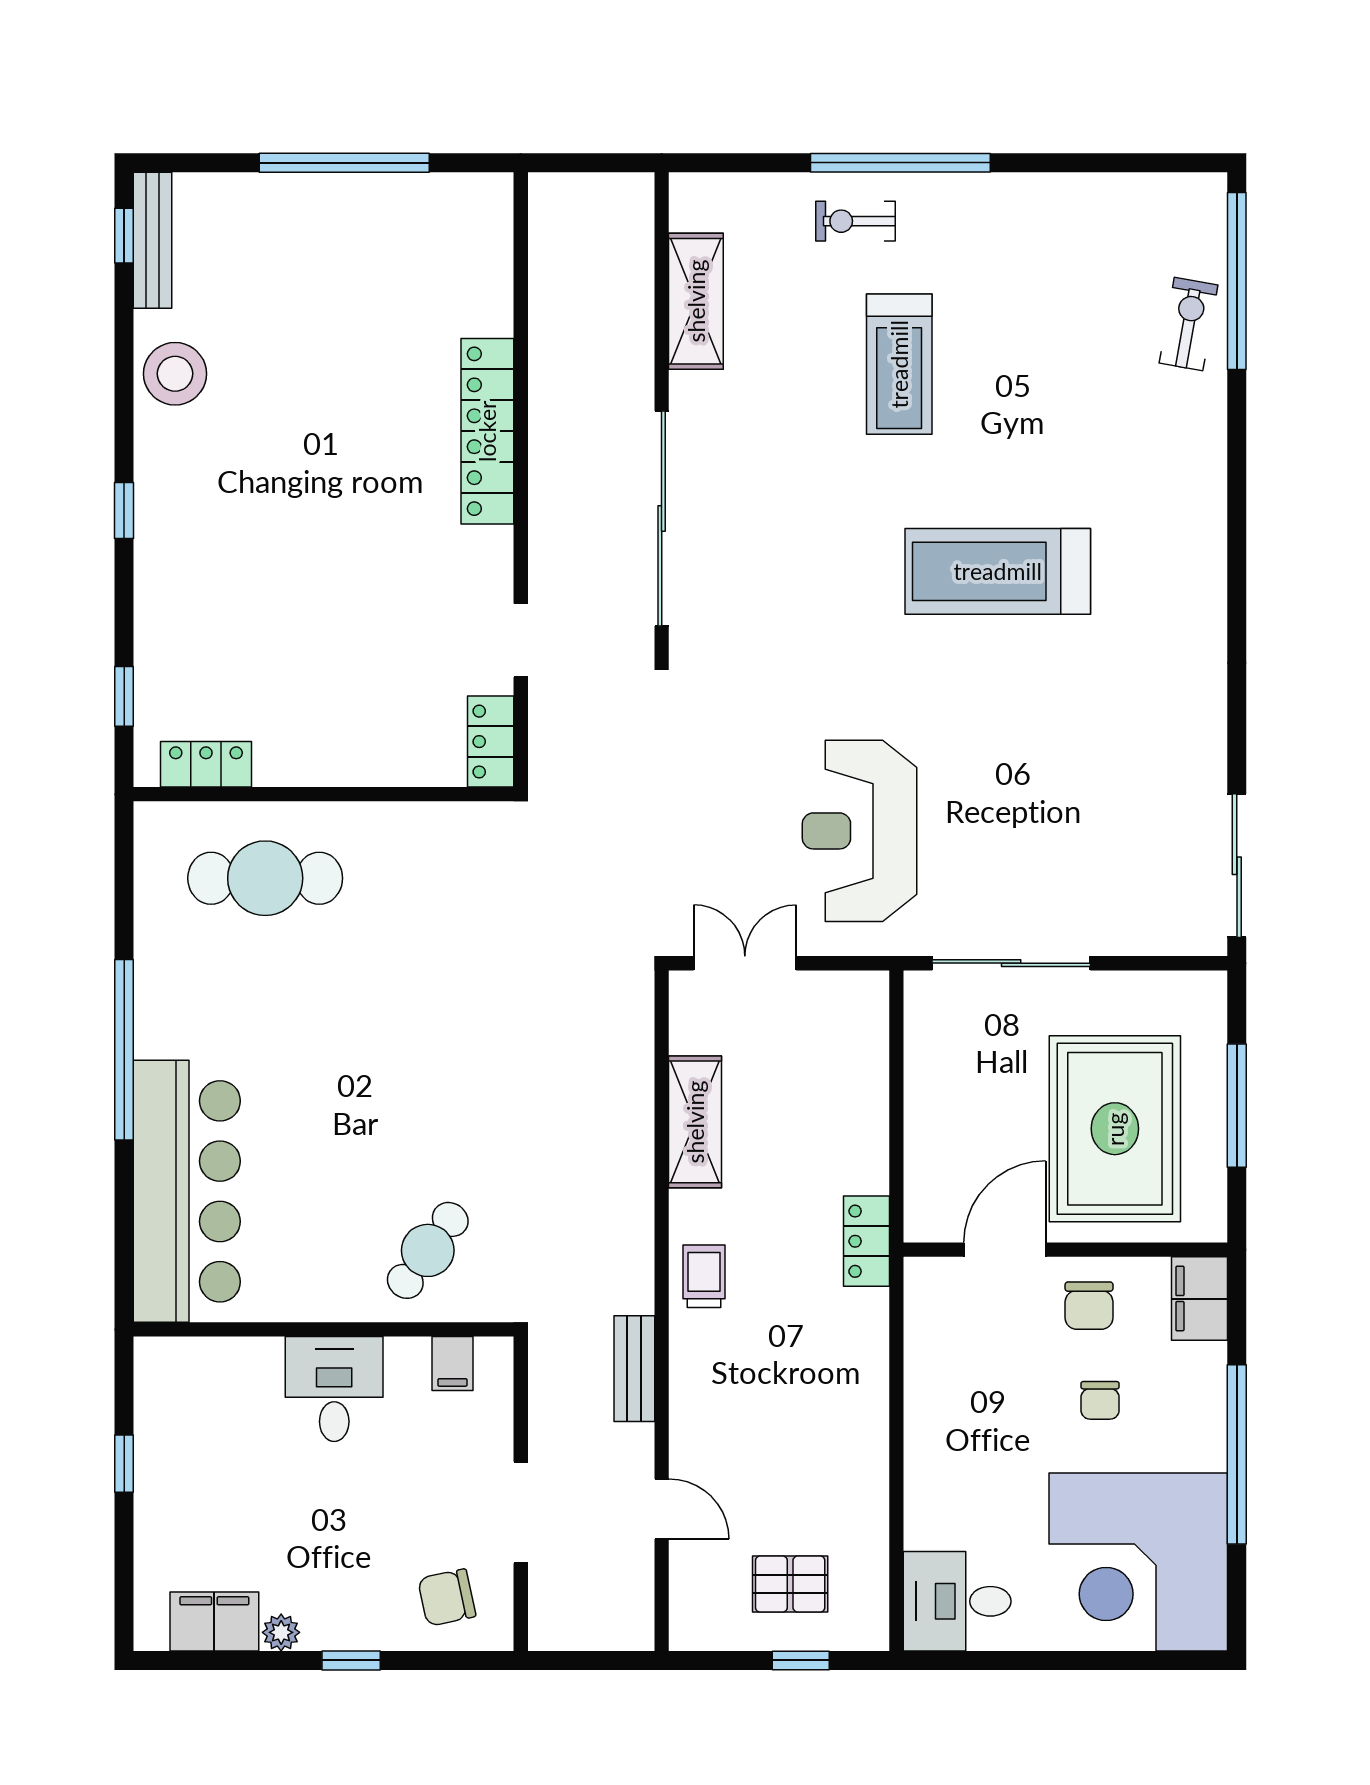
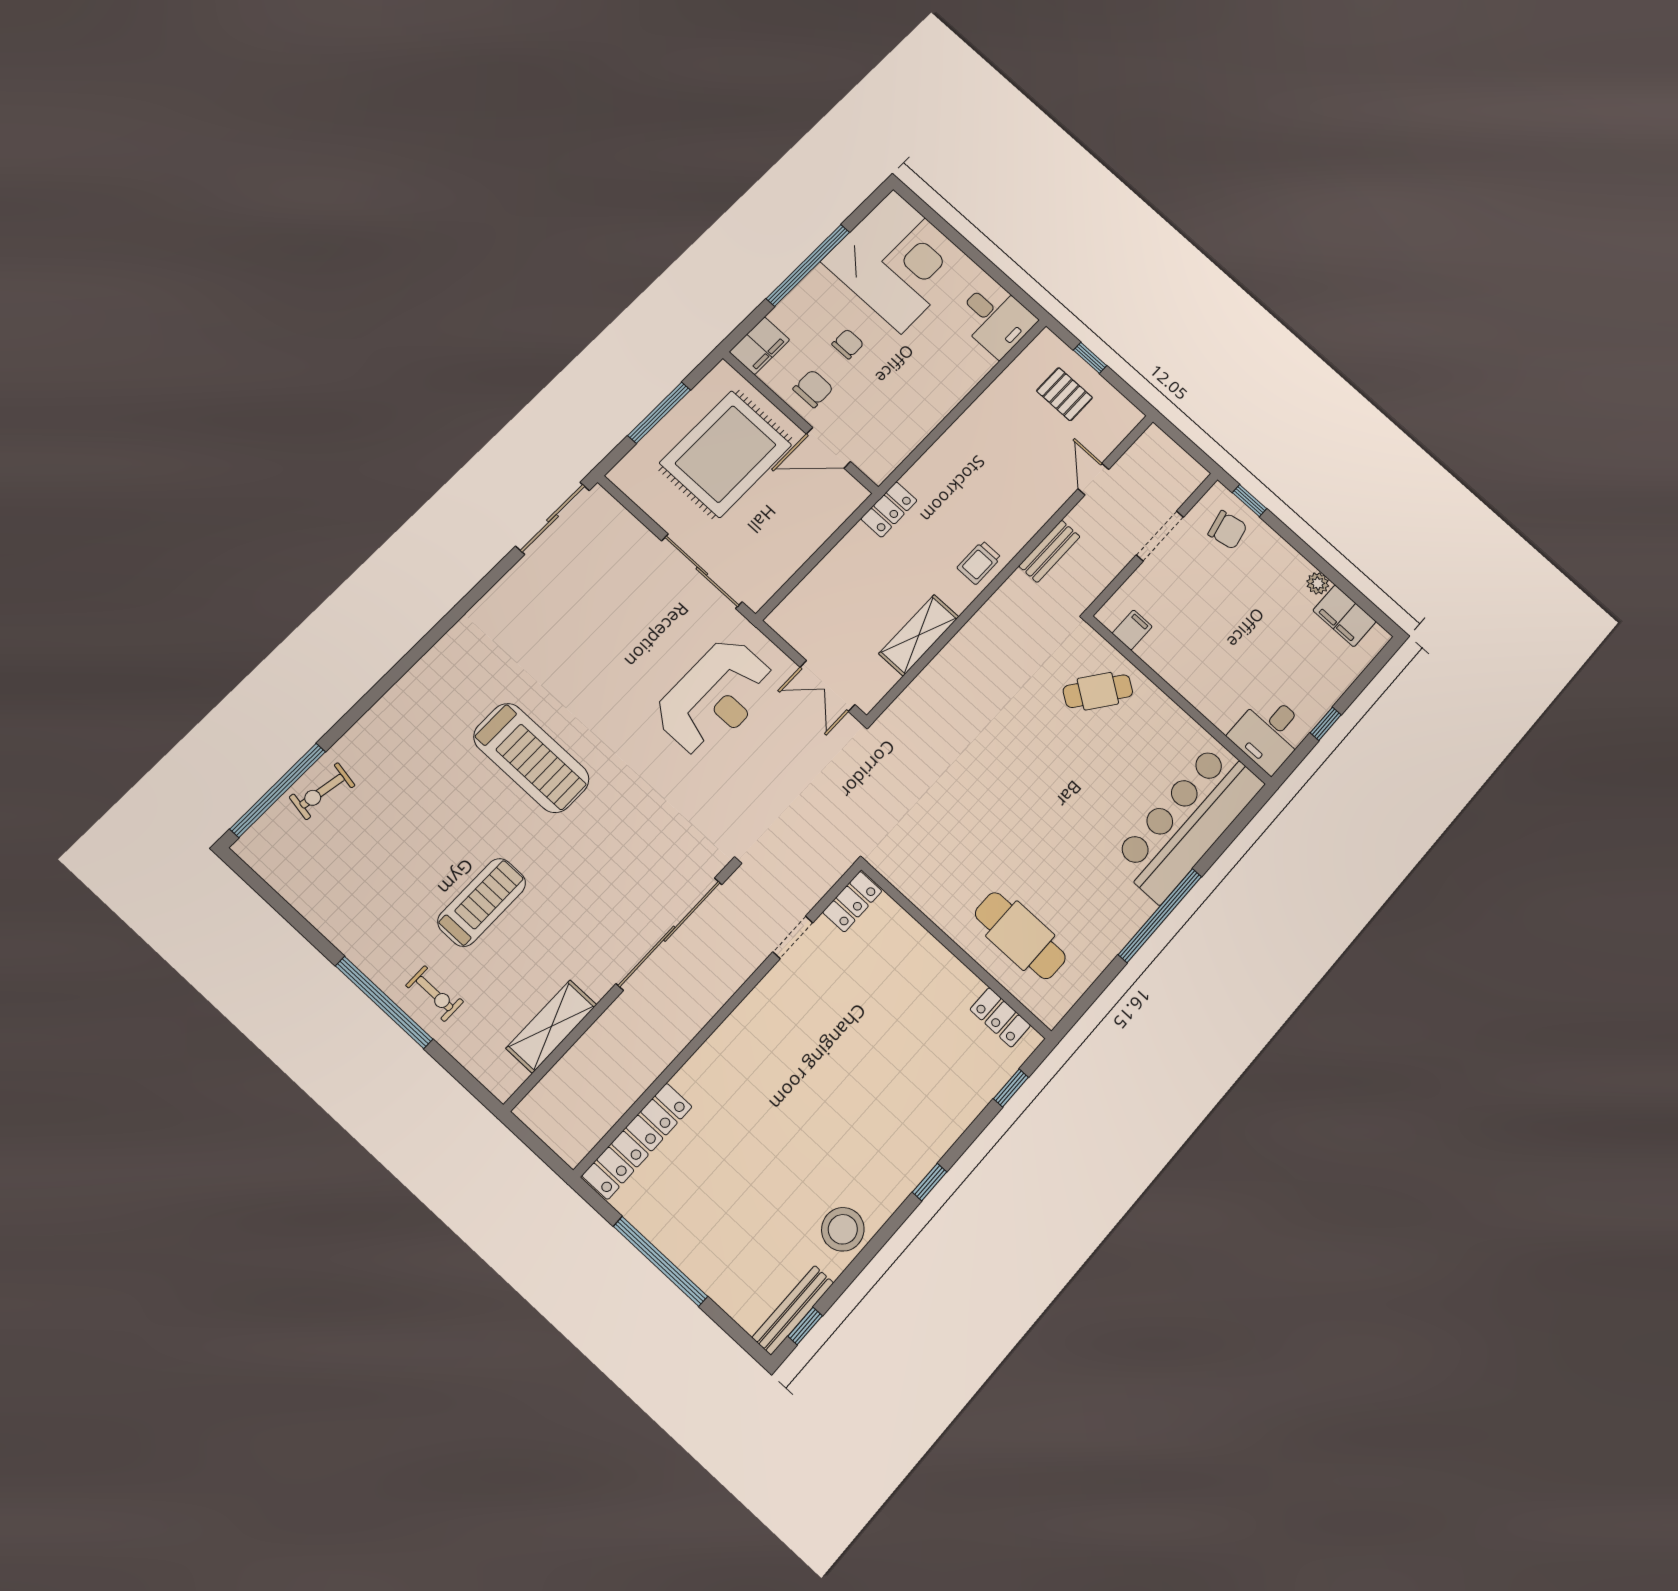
locker: (487, 431) -> (637, 1141), moved
desk: (334, 1389) -> (1269, 733), moved
window: (351, 1660) -> (1249, 501), moved

